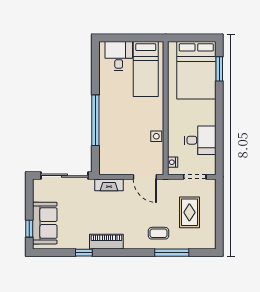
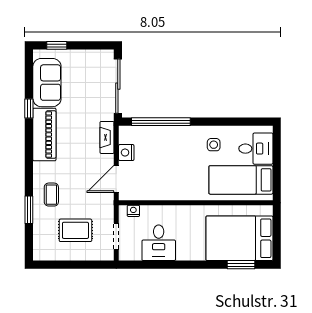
window: (95, 120) -> (161, 122), moved
side table: (156, 136) -> (214, 145), moved
nightstand: (122, 168) -> (126, 153), added
sofa: (45, 223) -> (47, 83), moved, turned -90
piano: (106, 242) -> (44, 135), width x1.37, depth x1.33
window: (172, 253) -> (29, 210), width x0.69

